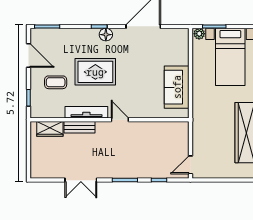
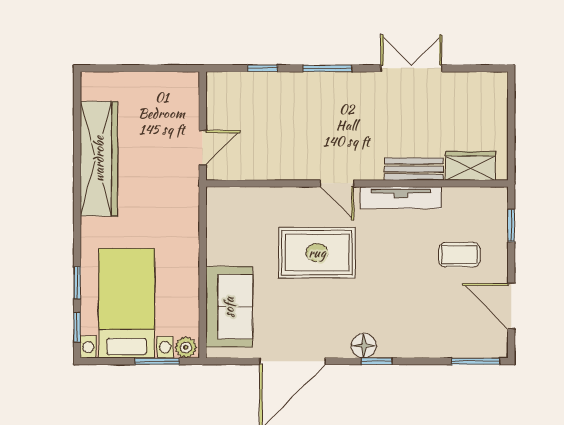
rug: (95, 72) -> (317, 253), moved
sofa: (177, 87) -> (229, 307), moved
door: (190, 165) -> (203, 148), moved

